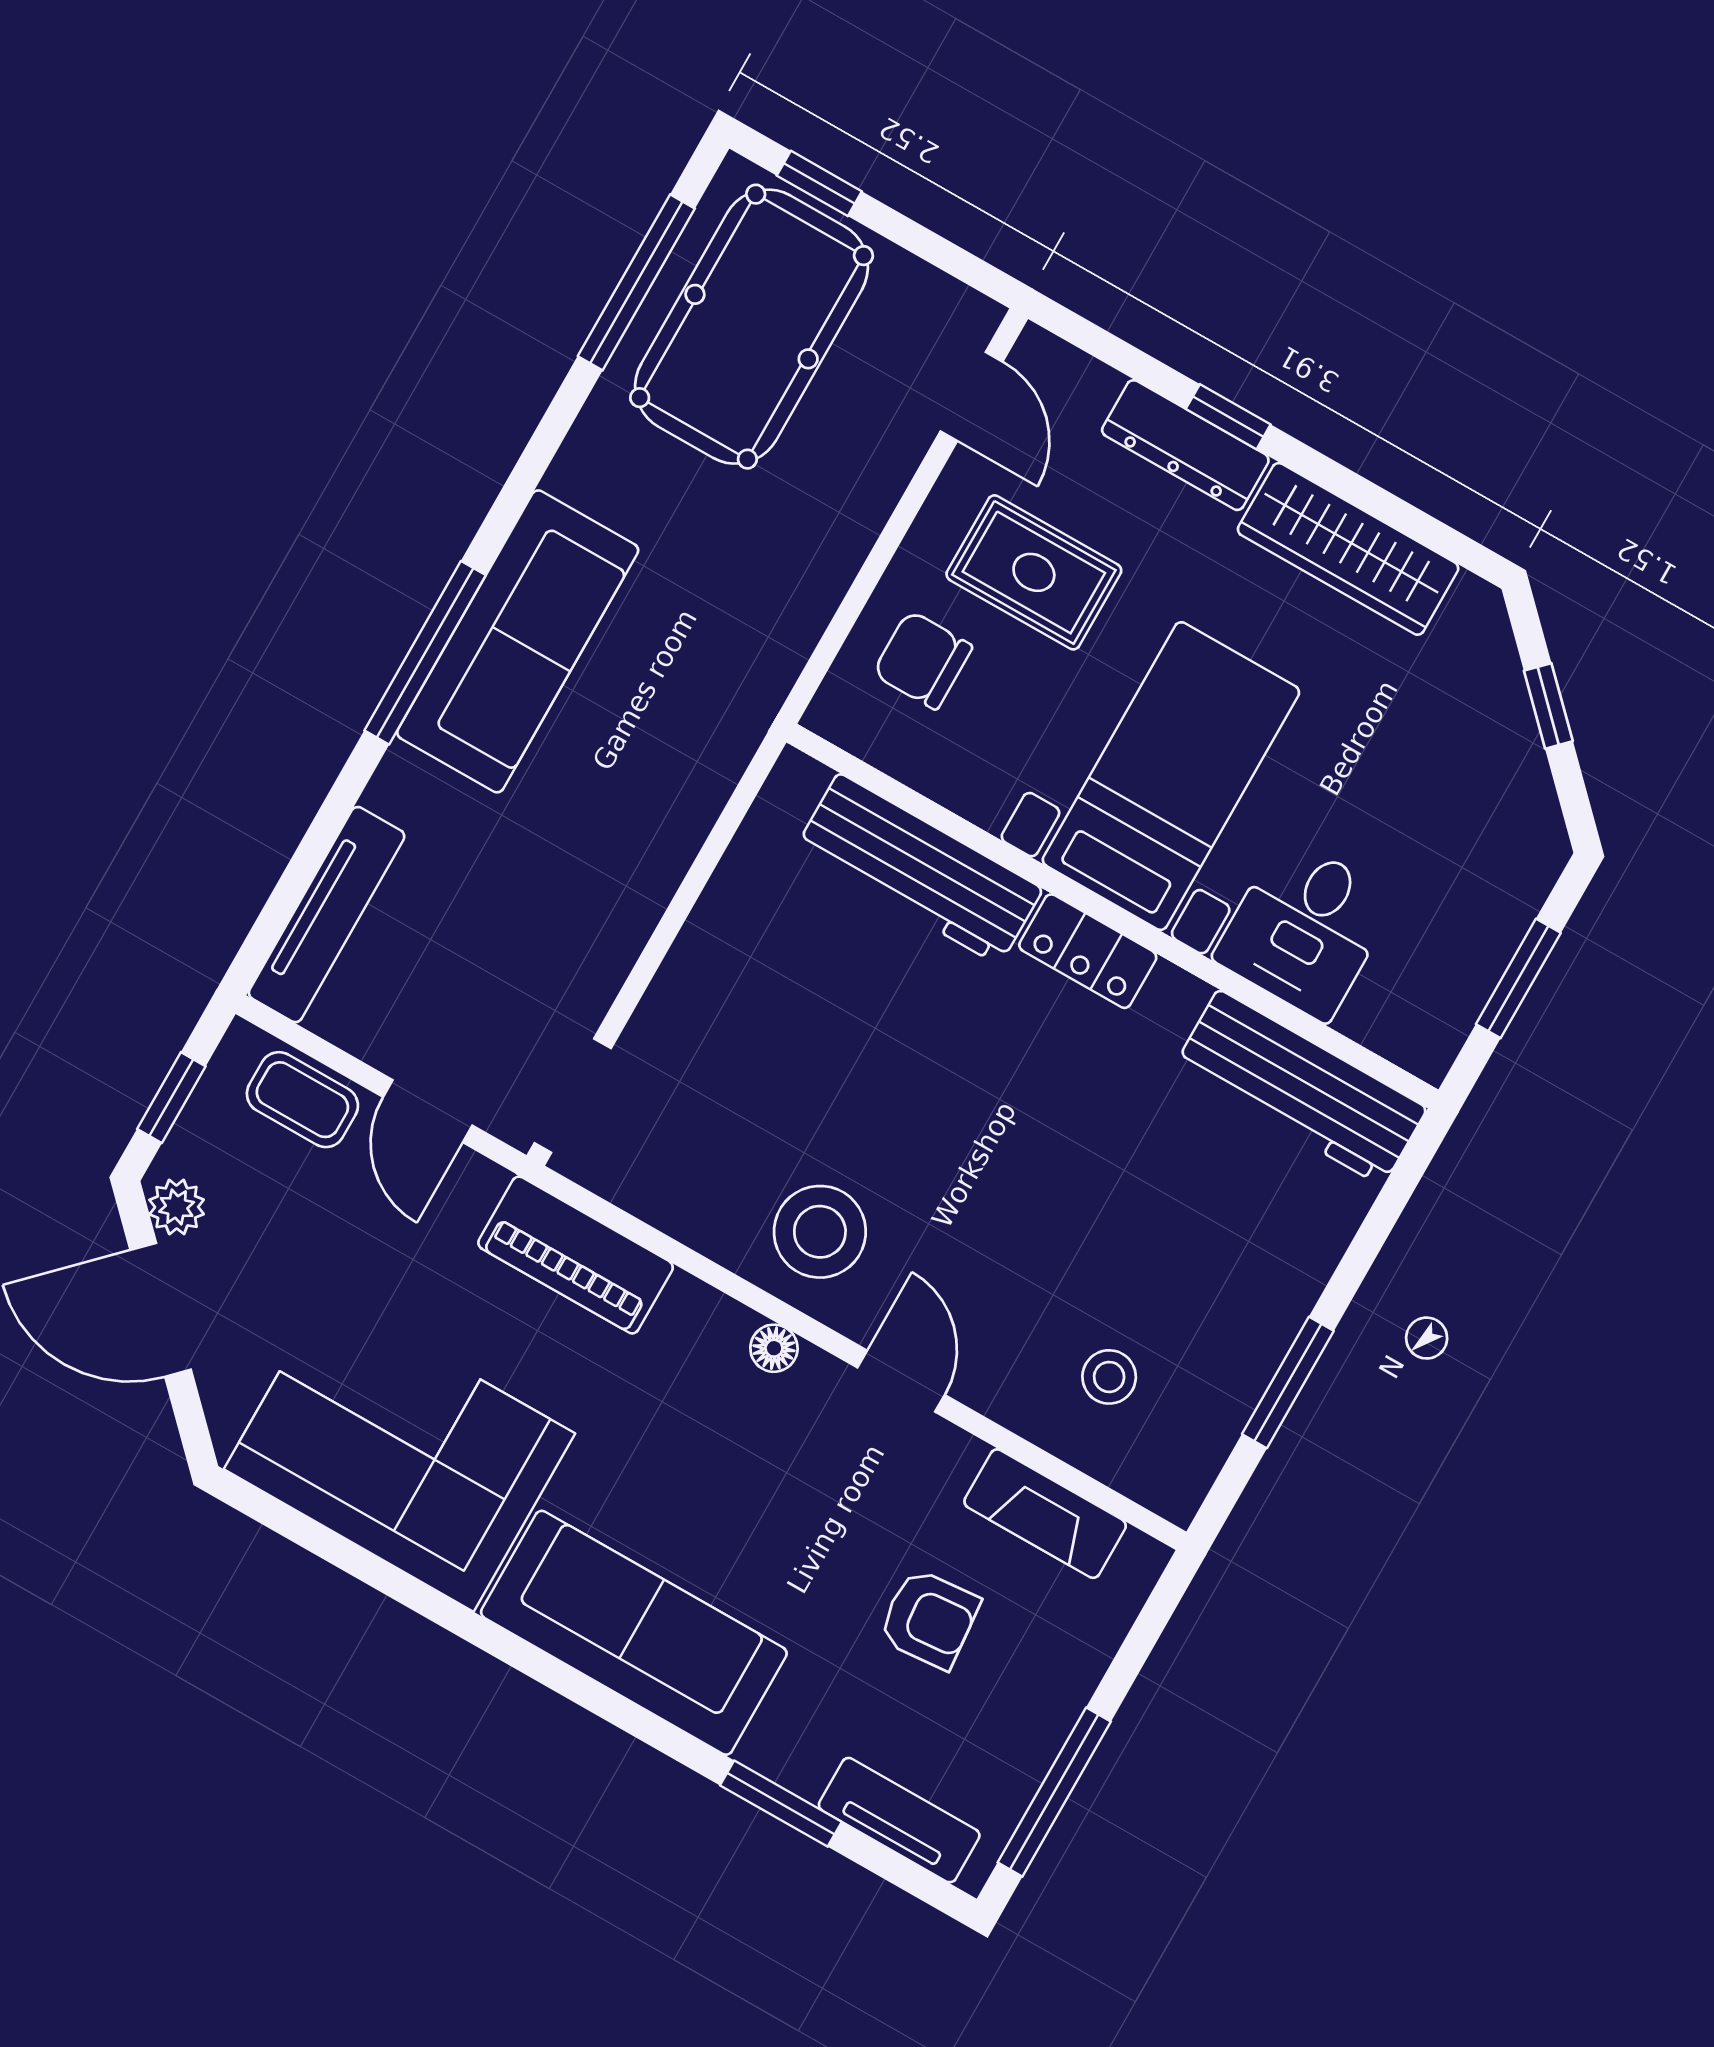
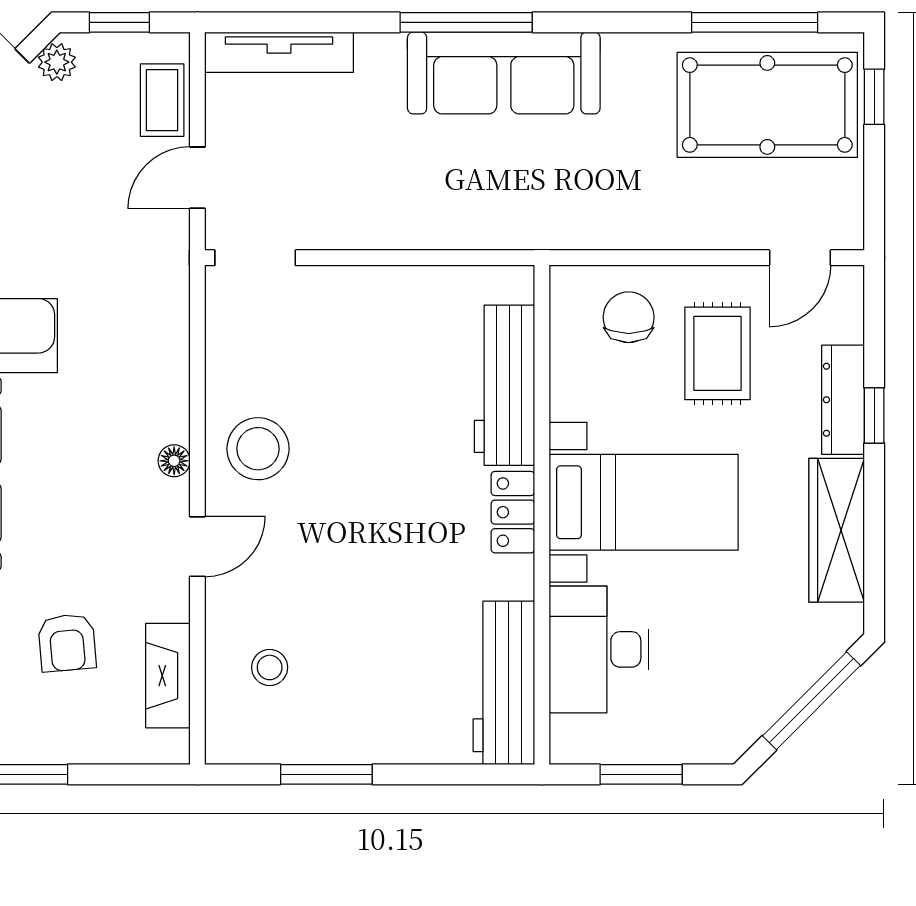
window: (1548, 706) -> (811, 701), width x2.17
desk: (1305, 929) -> (599, 649), width x1.37
piano: (576, 1255) -> (162, 313), removed

